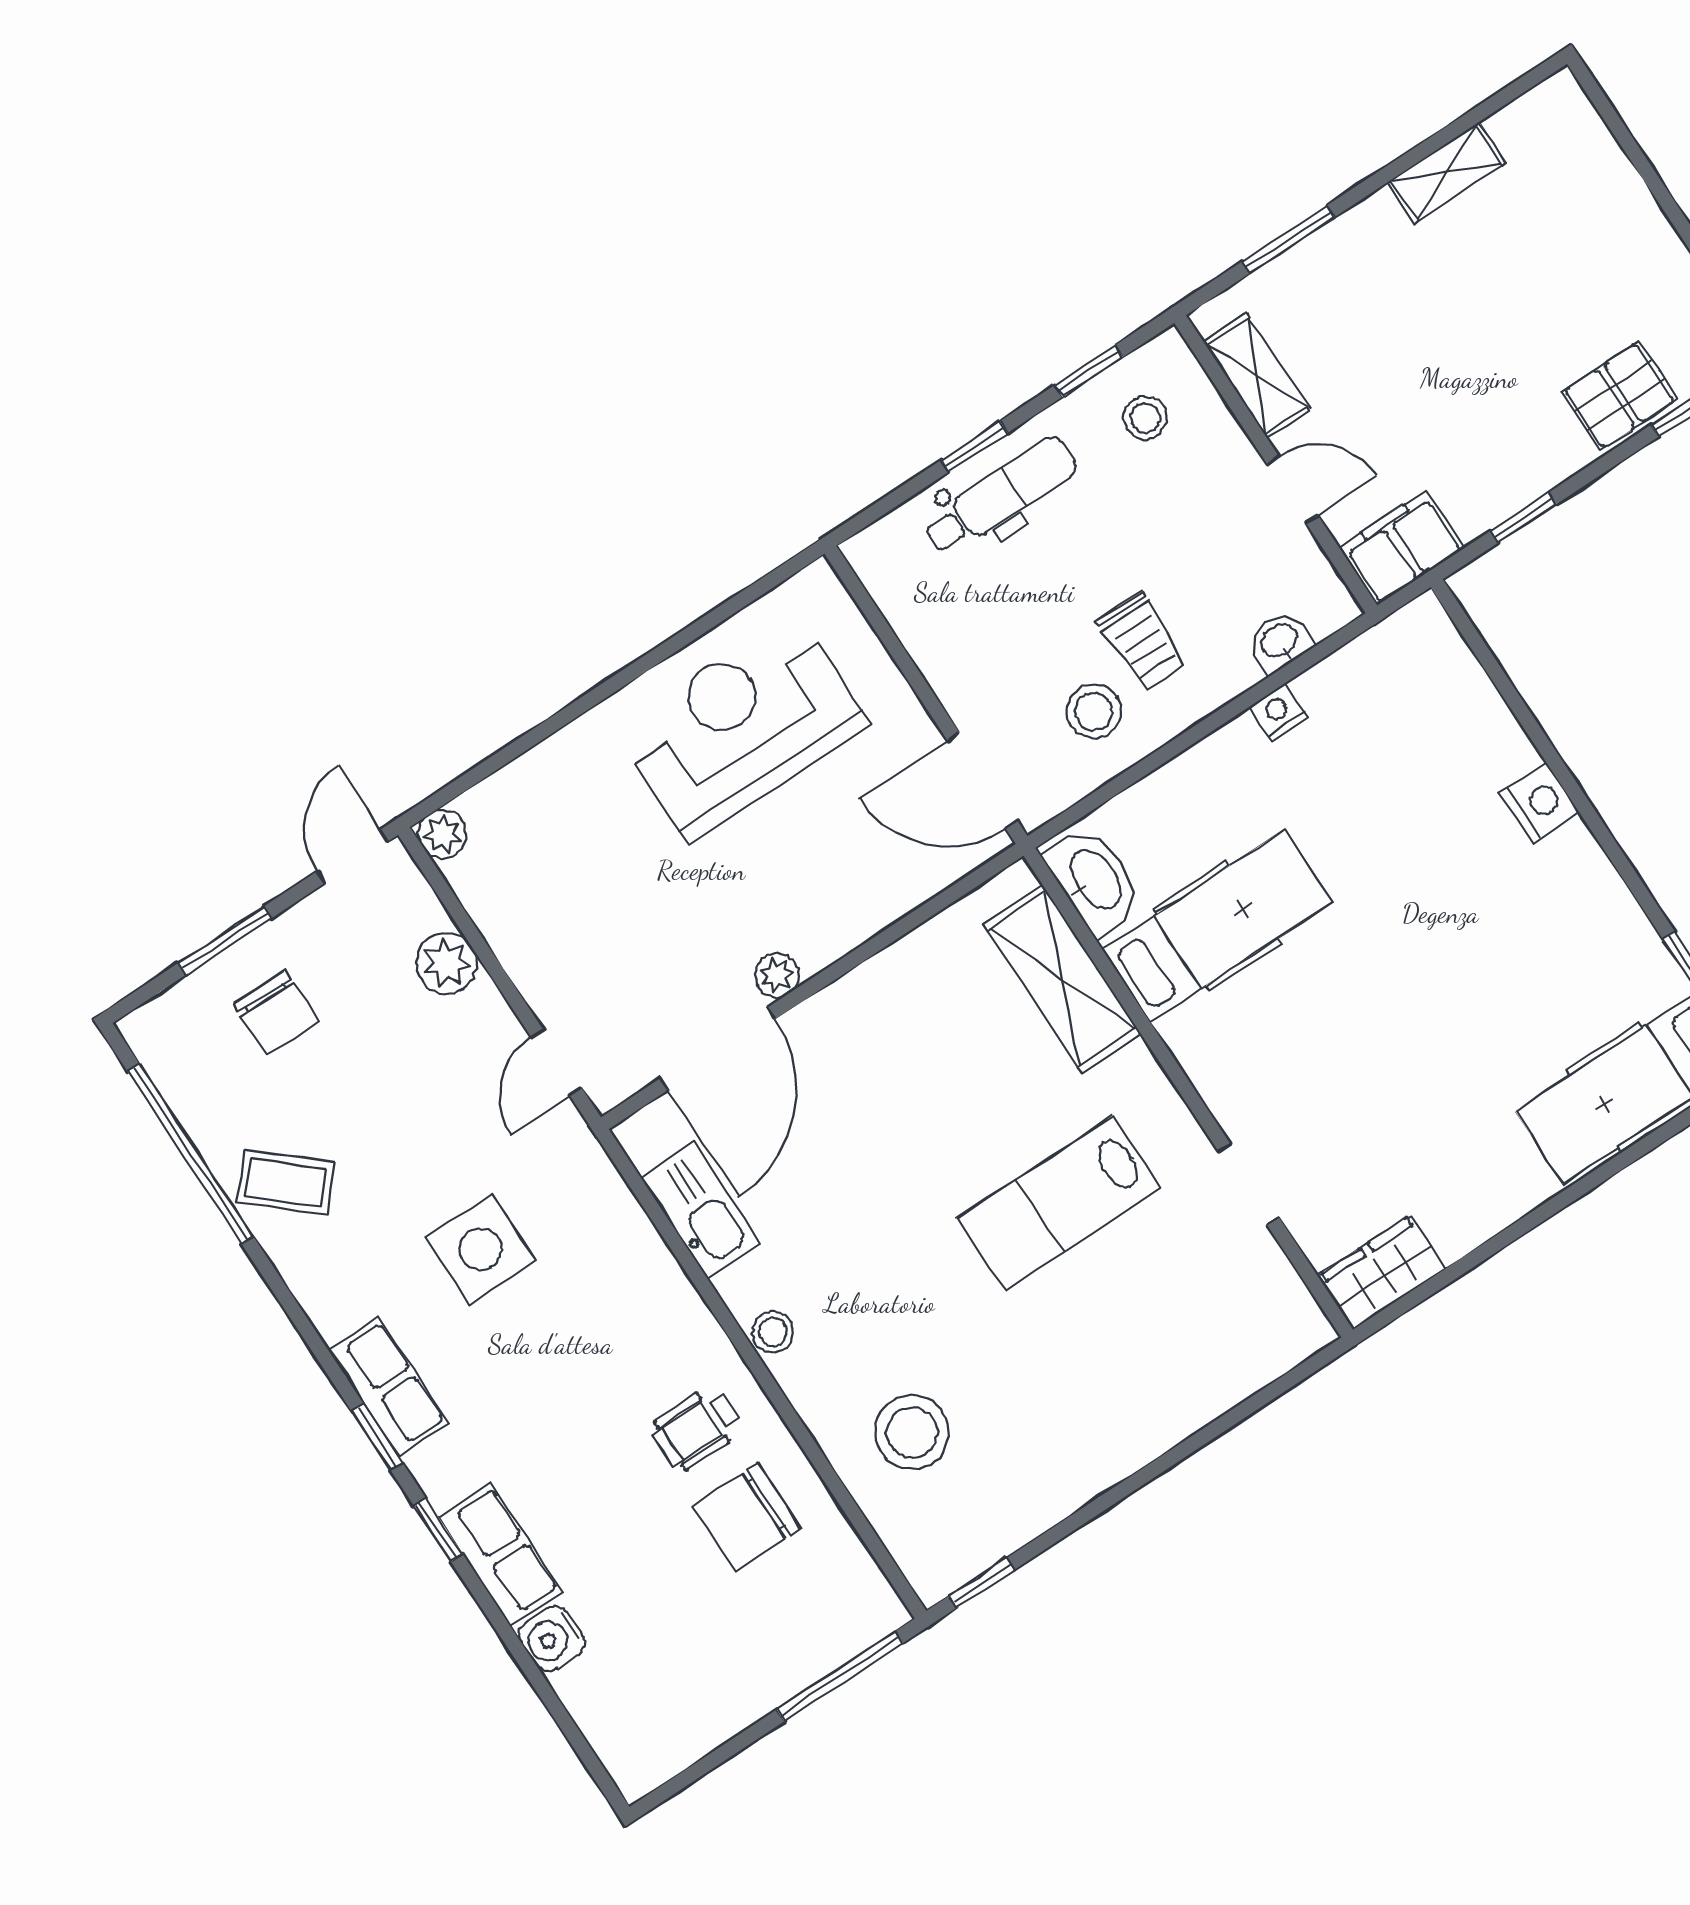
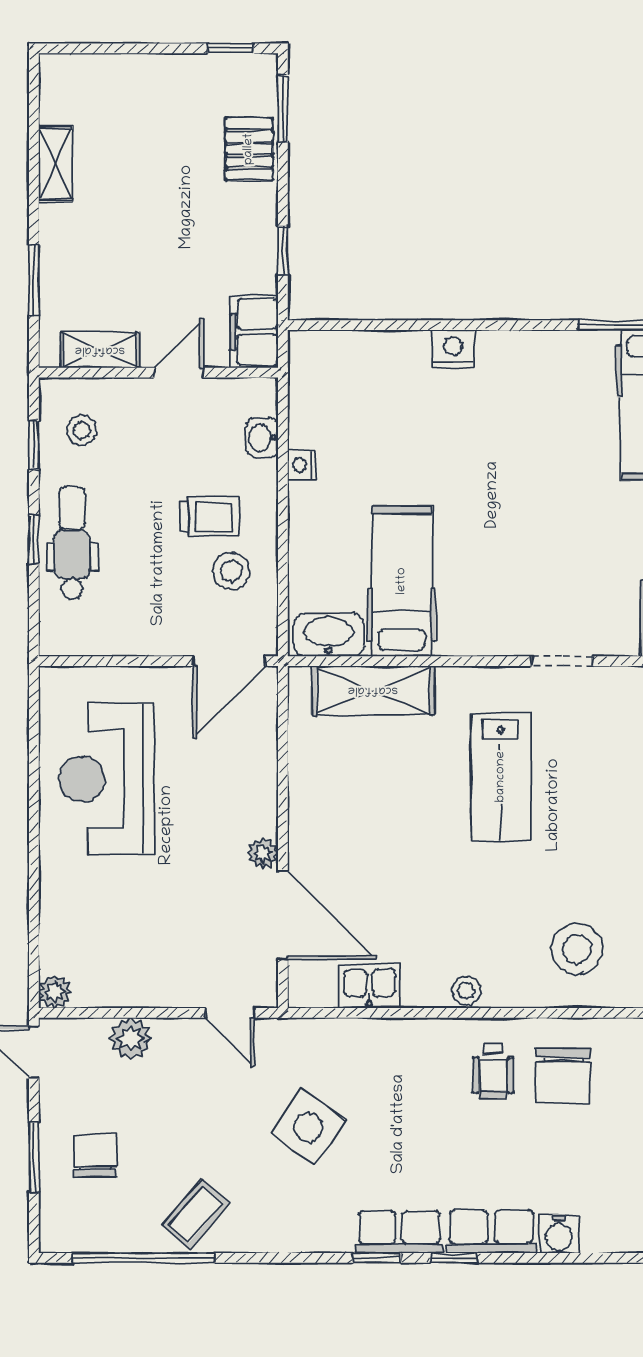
chair: (276, 1013) -> (95, 1155), turned -90
kitchen sink: (701, 1211) -> (369, 986), width x0.73
side table: (481, 1249) -> (308, 1127), turned 35
row of seats: (389, 1387) -> (399, 1232), moved

